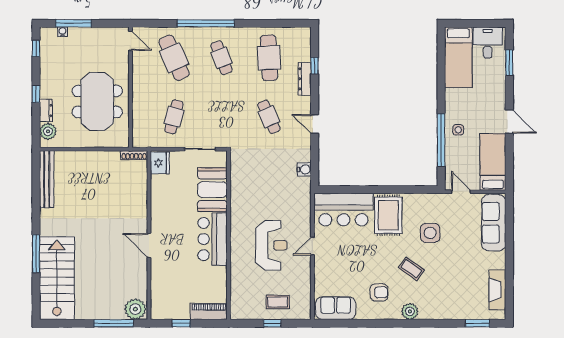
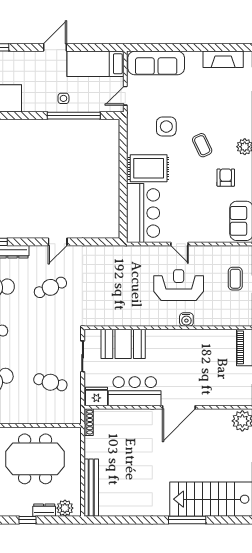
water cooler: (304, 169) -> (186, 319), moved, turned 180
bench: (47, 179) -> (91, 488), moved, turned 90
bar counter: (213, 239) -> (135, 391), moved, turned 180
door: (149, 245) -> (179, 407), width x1.36
coffee table: (411, 269) -> (202, 145), turned -60

